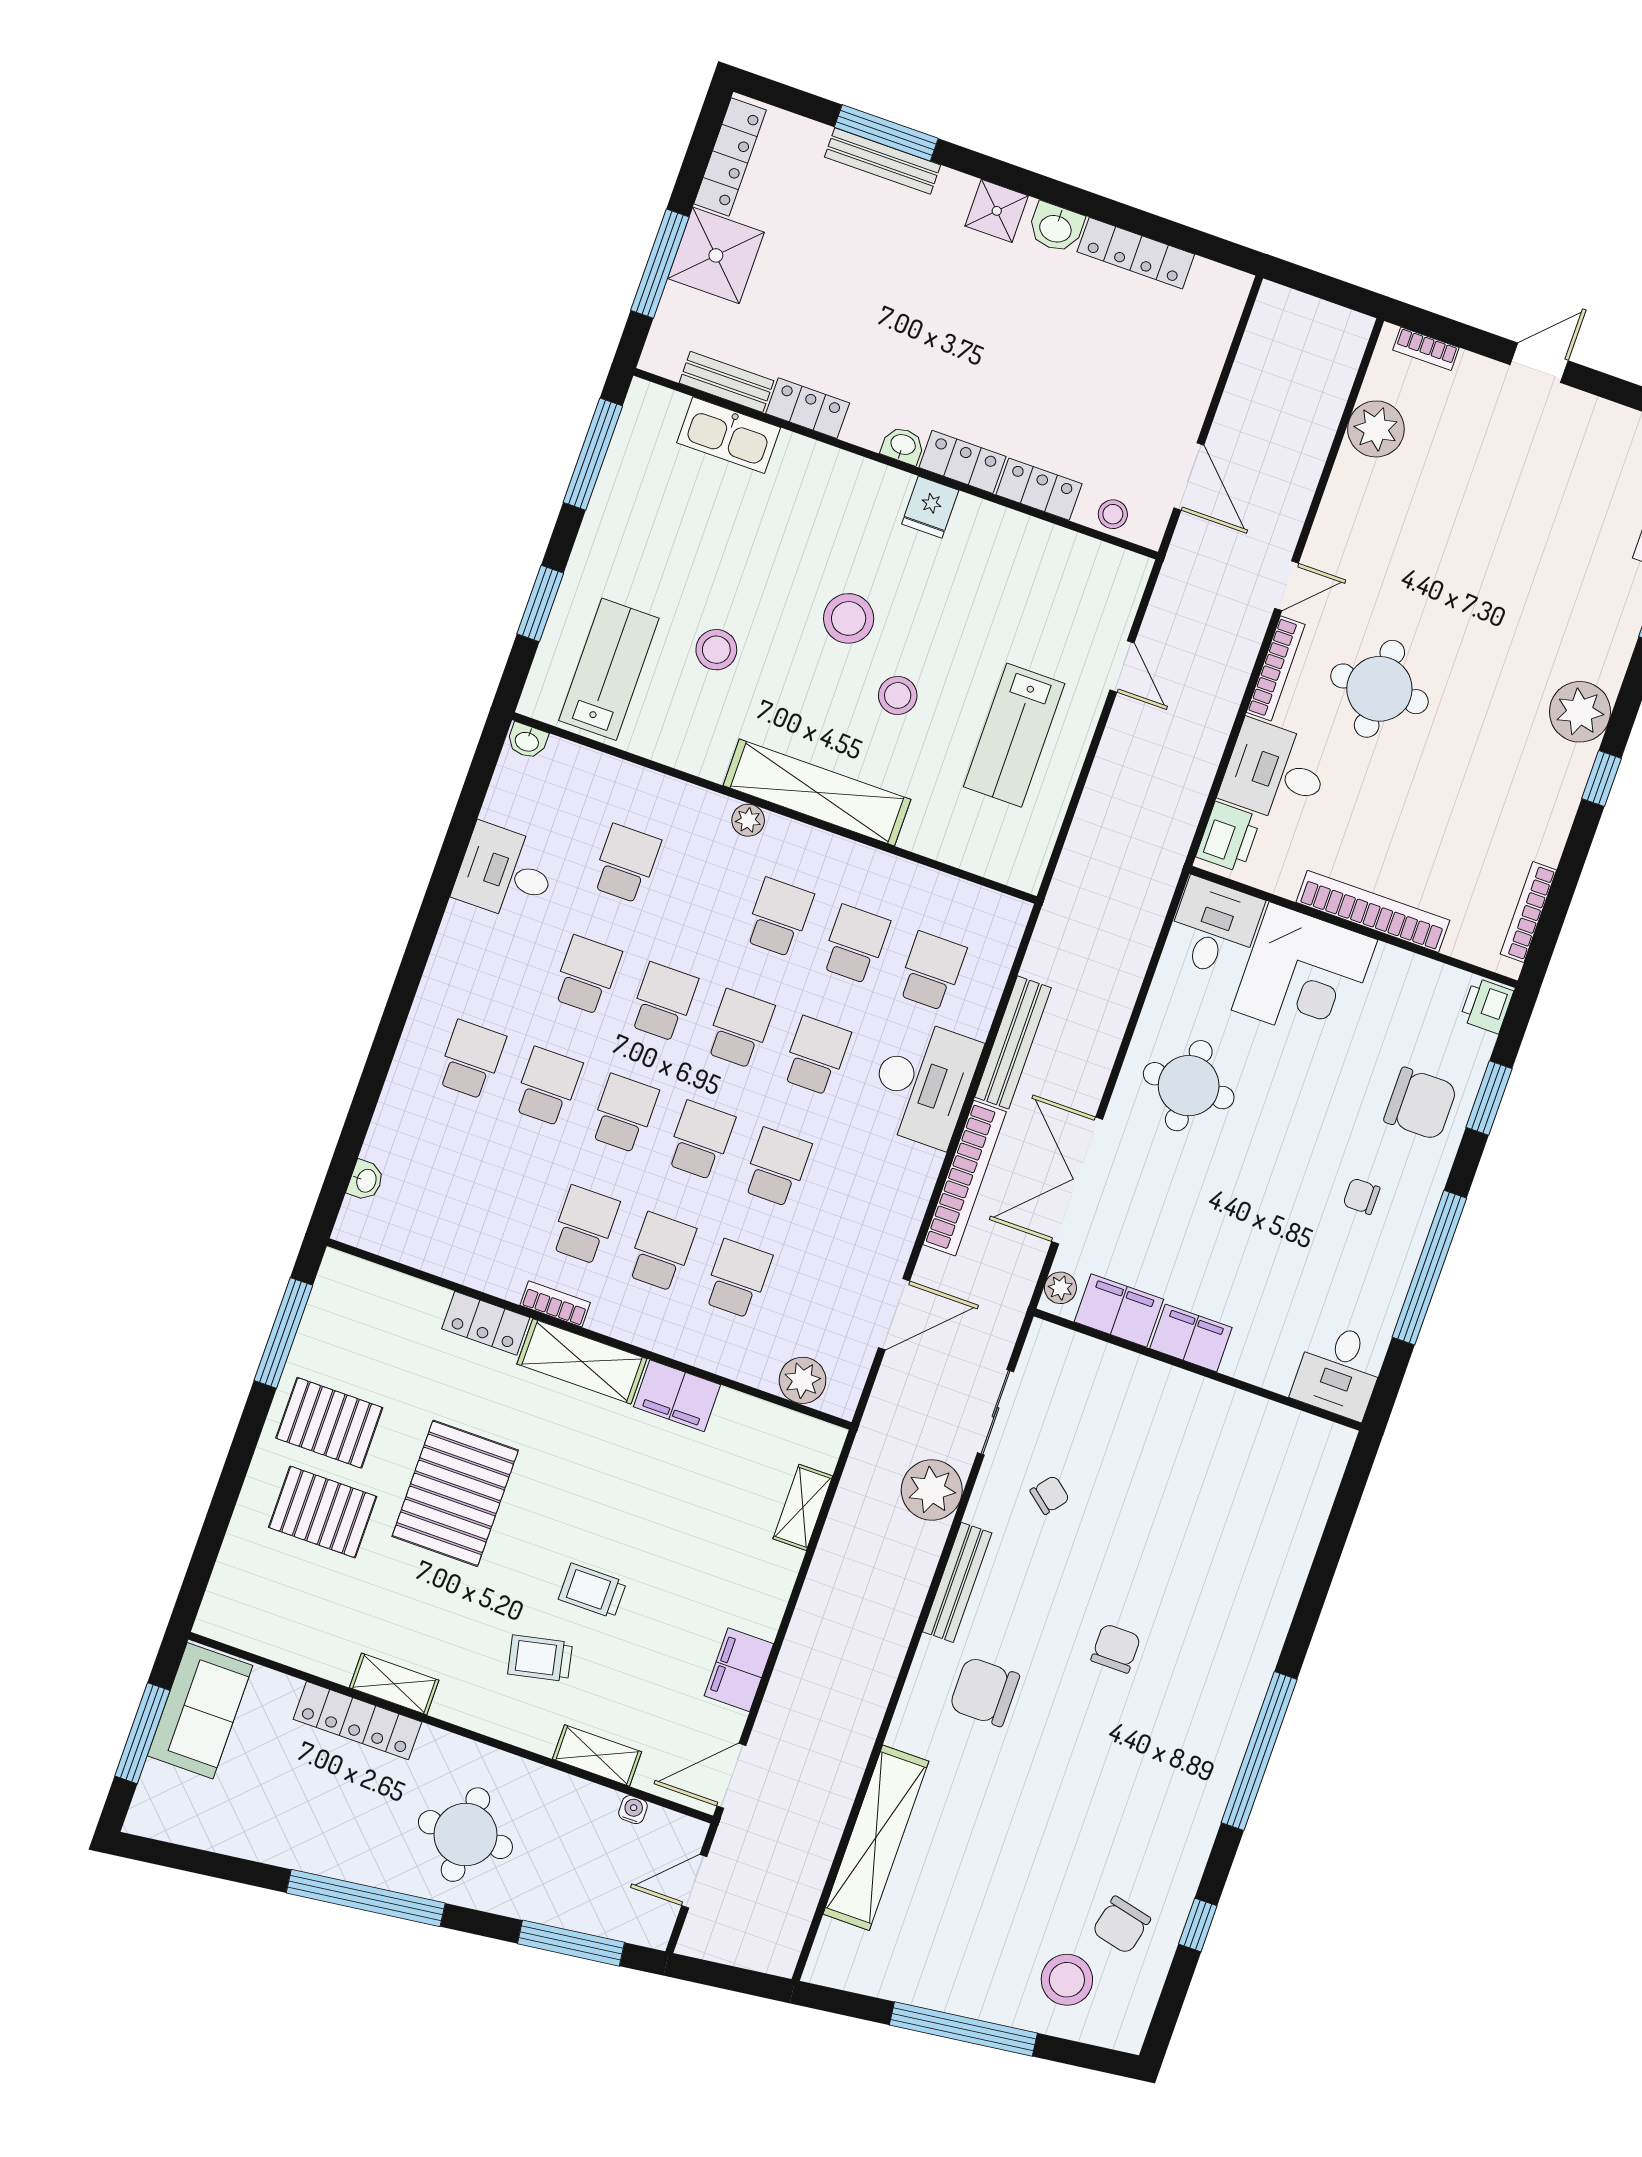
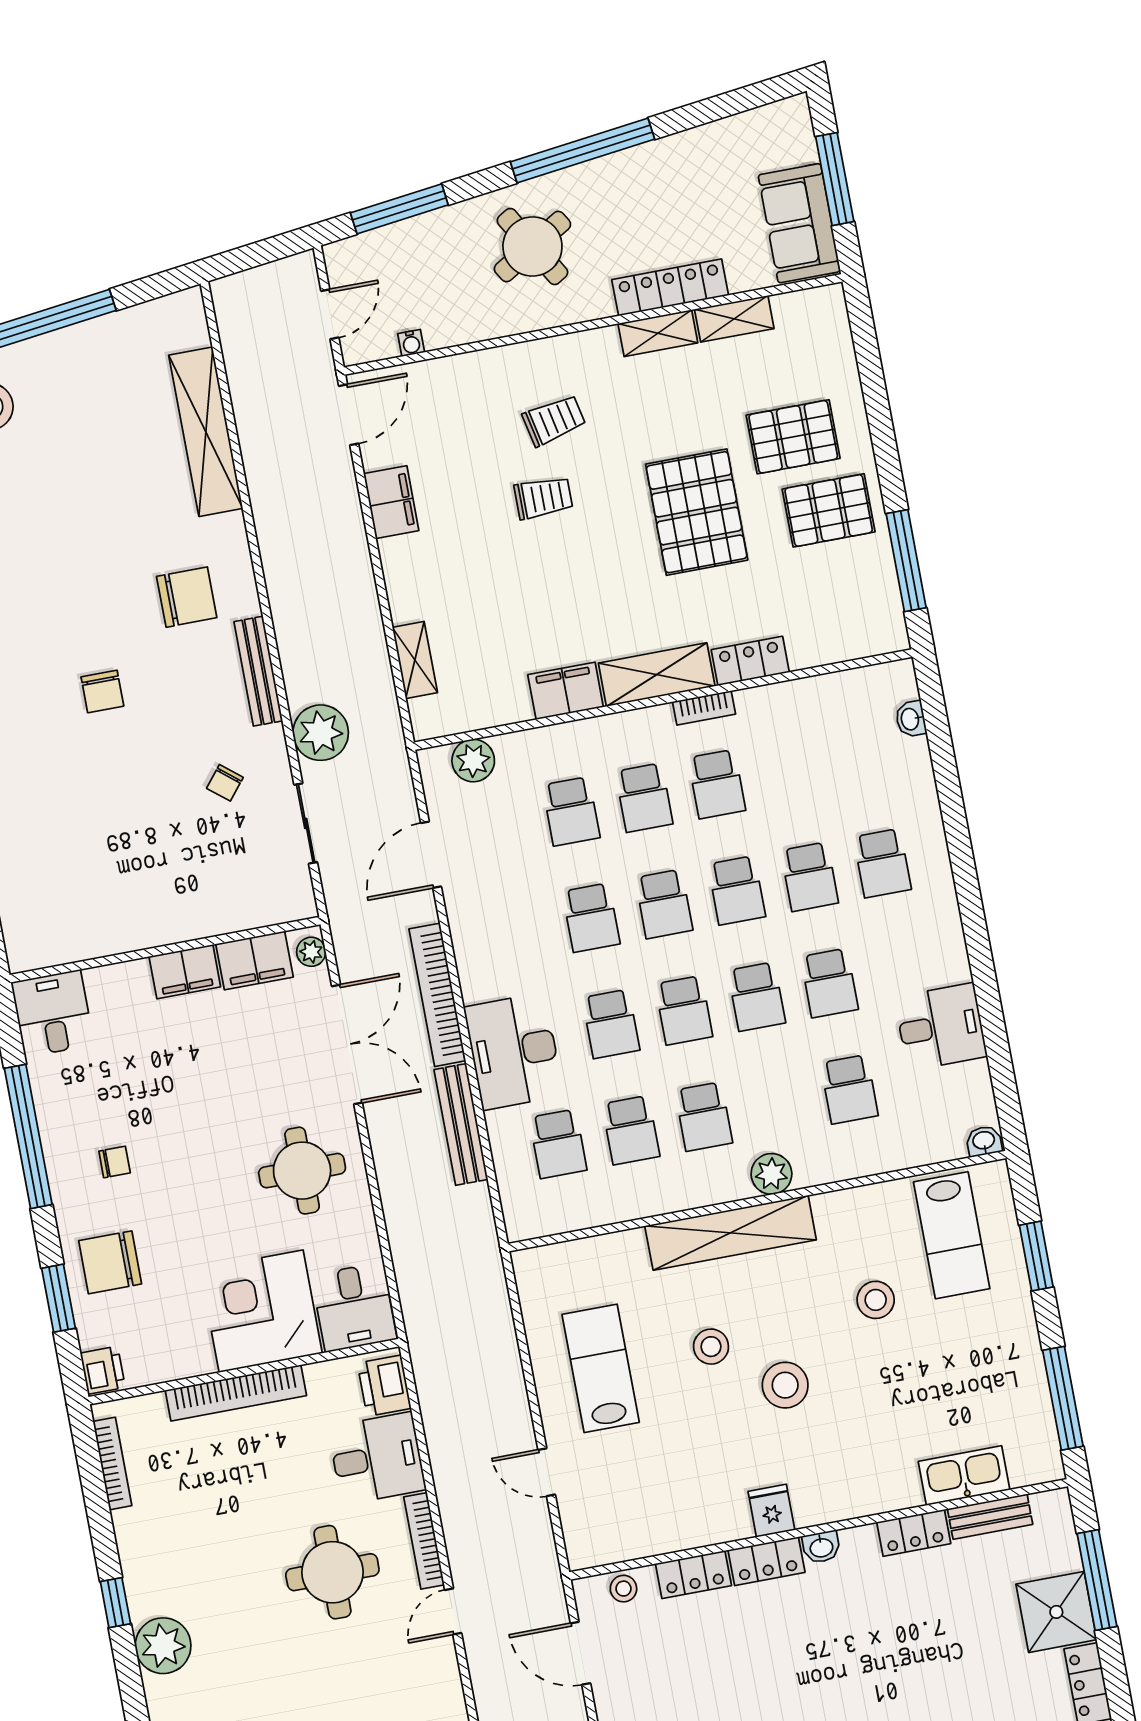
plant: (748, 820) -> (771, 1174), width x1.38, depth x1.38
shelving: (597, 1755) -> (734, 319), moved
round table: (465, 1835) -> (532, 247), turned -31

